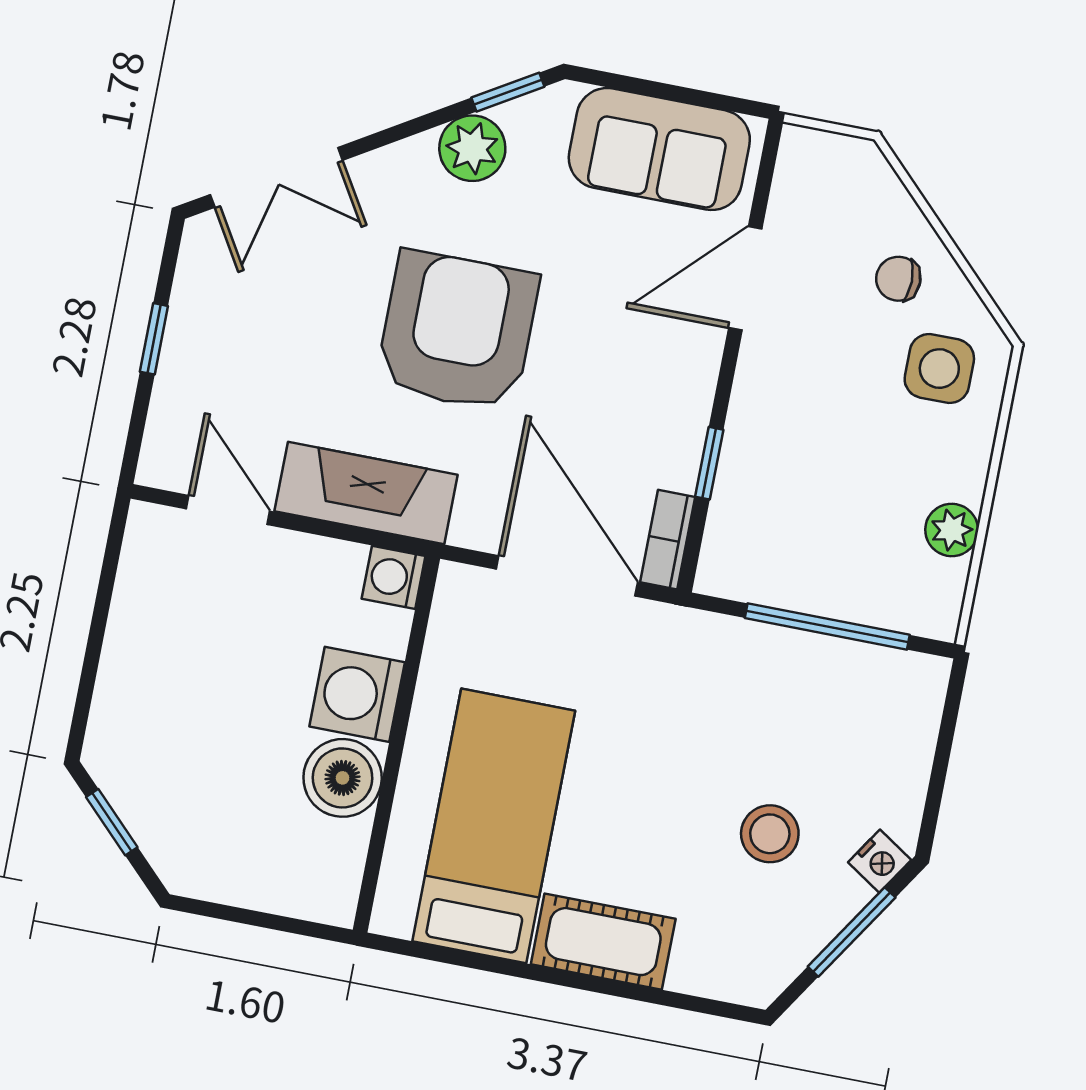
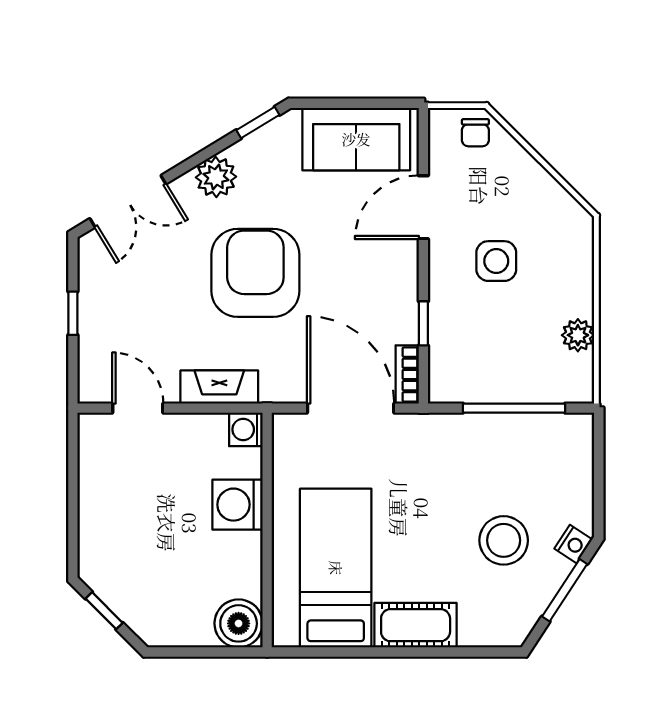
plant: (472, 148) -> (216, 177), moved
chair: (898, 279) -> (475, 133), moved, turned -90
side table: (939, 369) -> (496, 261), moved
fireplace: (366, 493) -> (219, 387), width x0.73, depth x0.76
boiler: (343, 778) -> (239, 623), moved
stool: (770, 834) -> (504, 540), width x1.38, depth x1.38

